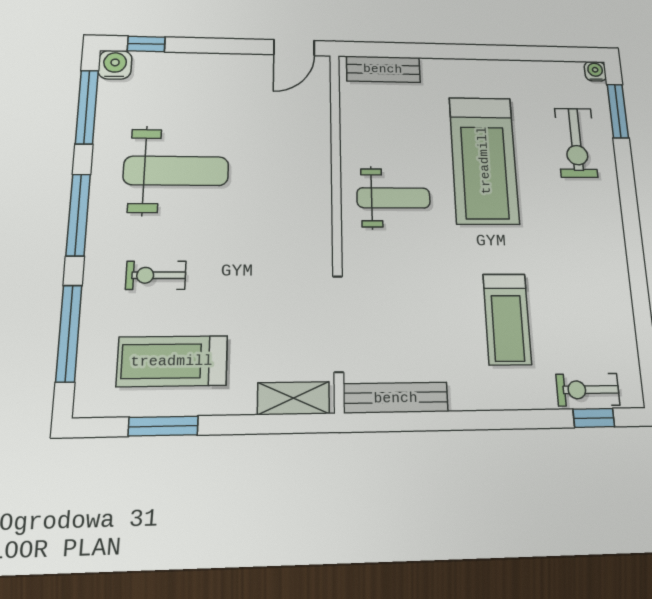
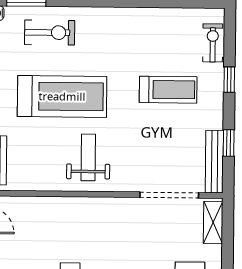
exercise bike: (588, 390) -> (213, 43), turned 180
window: (594, 418) -> (229, 80), moved
window: (428, 421) -> (229, 143), added

